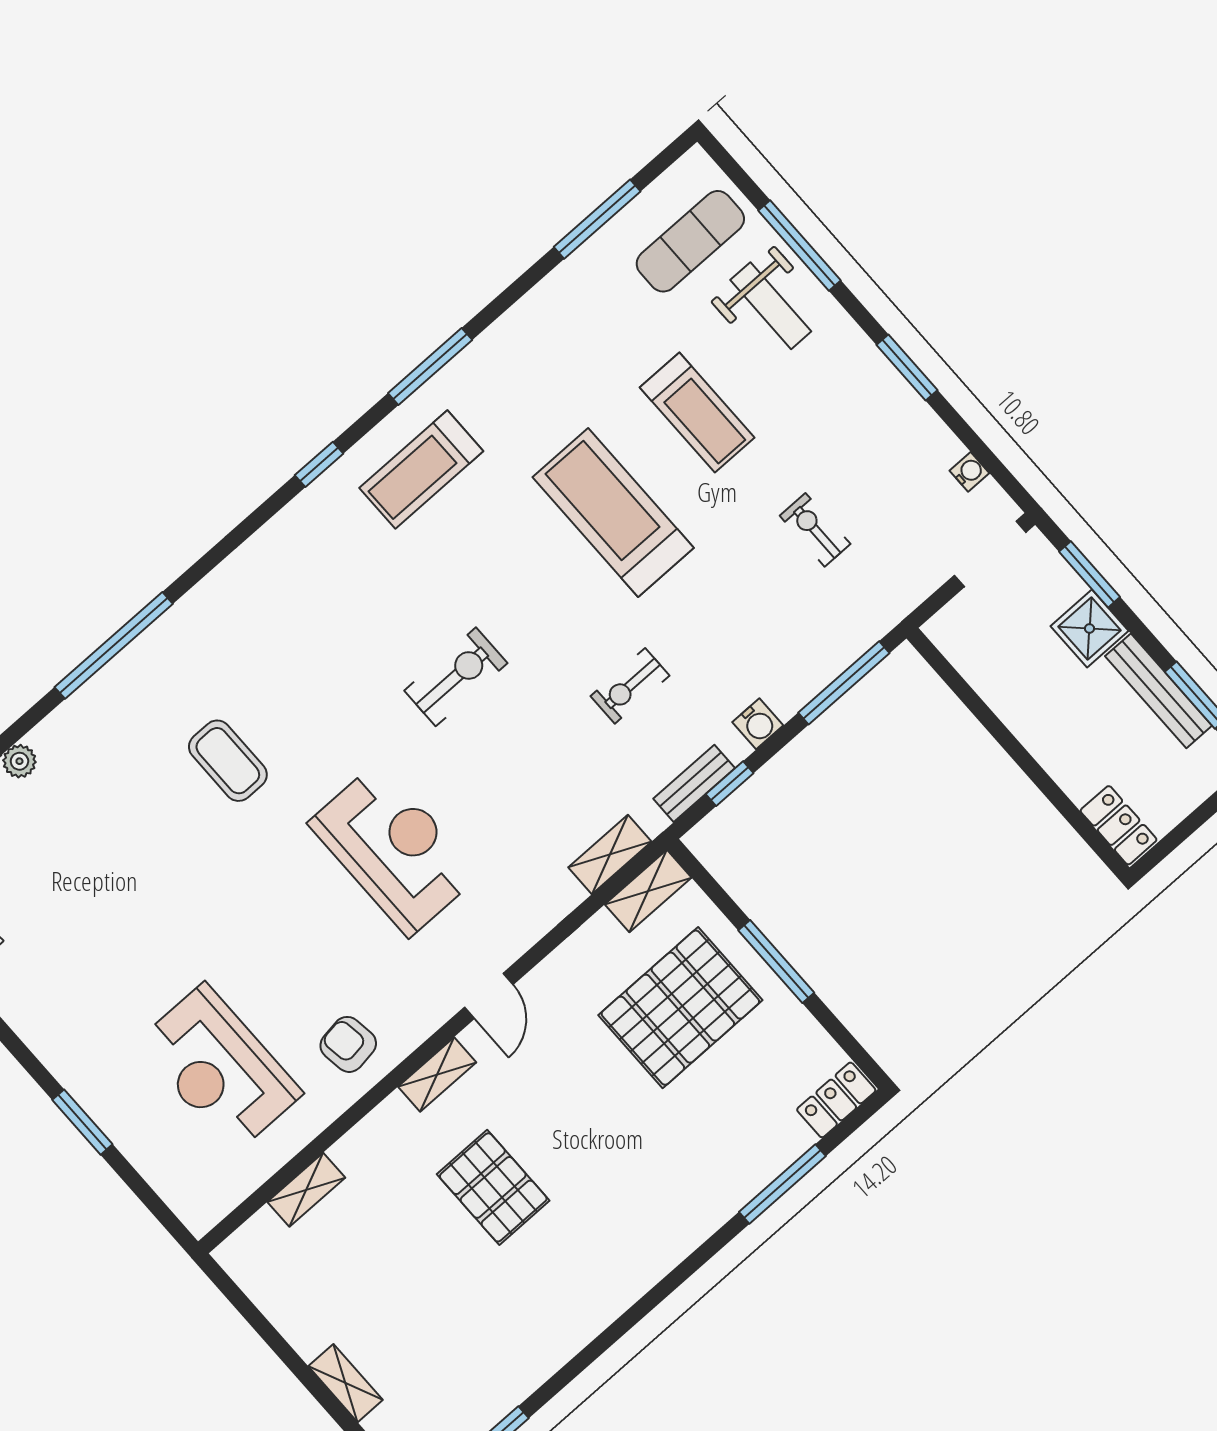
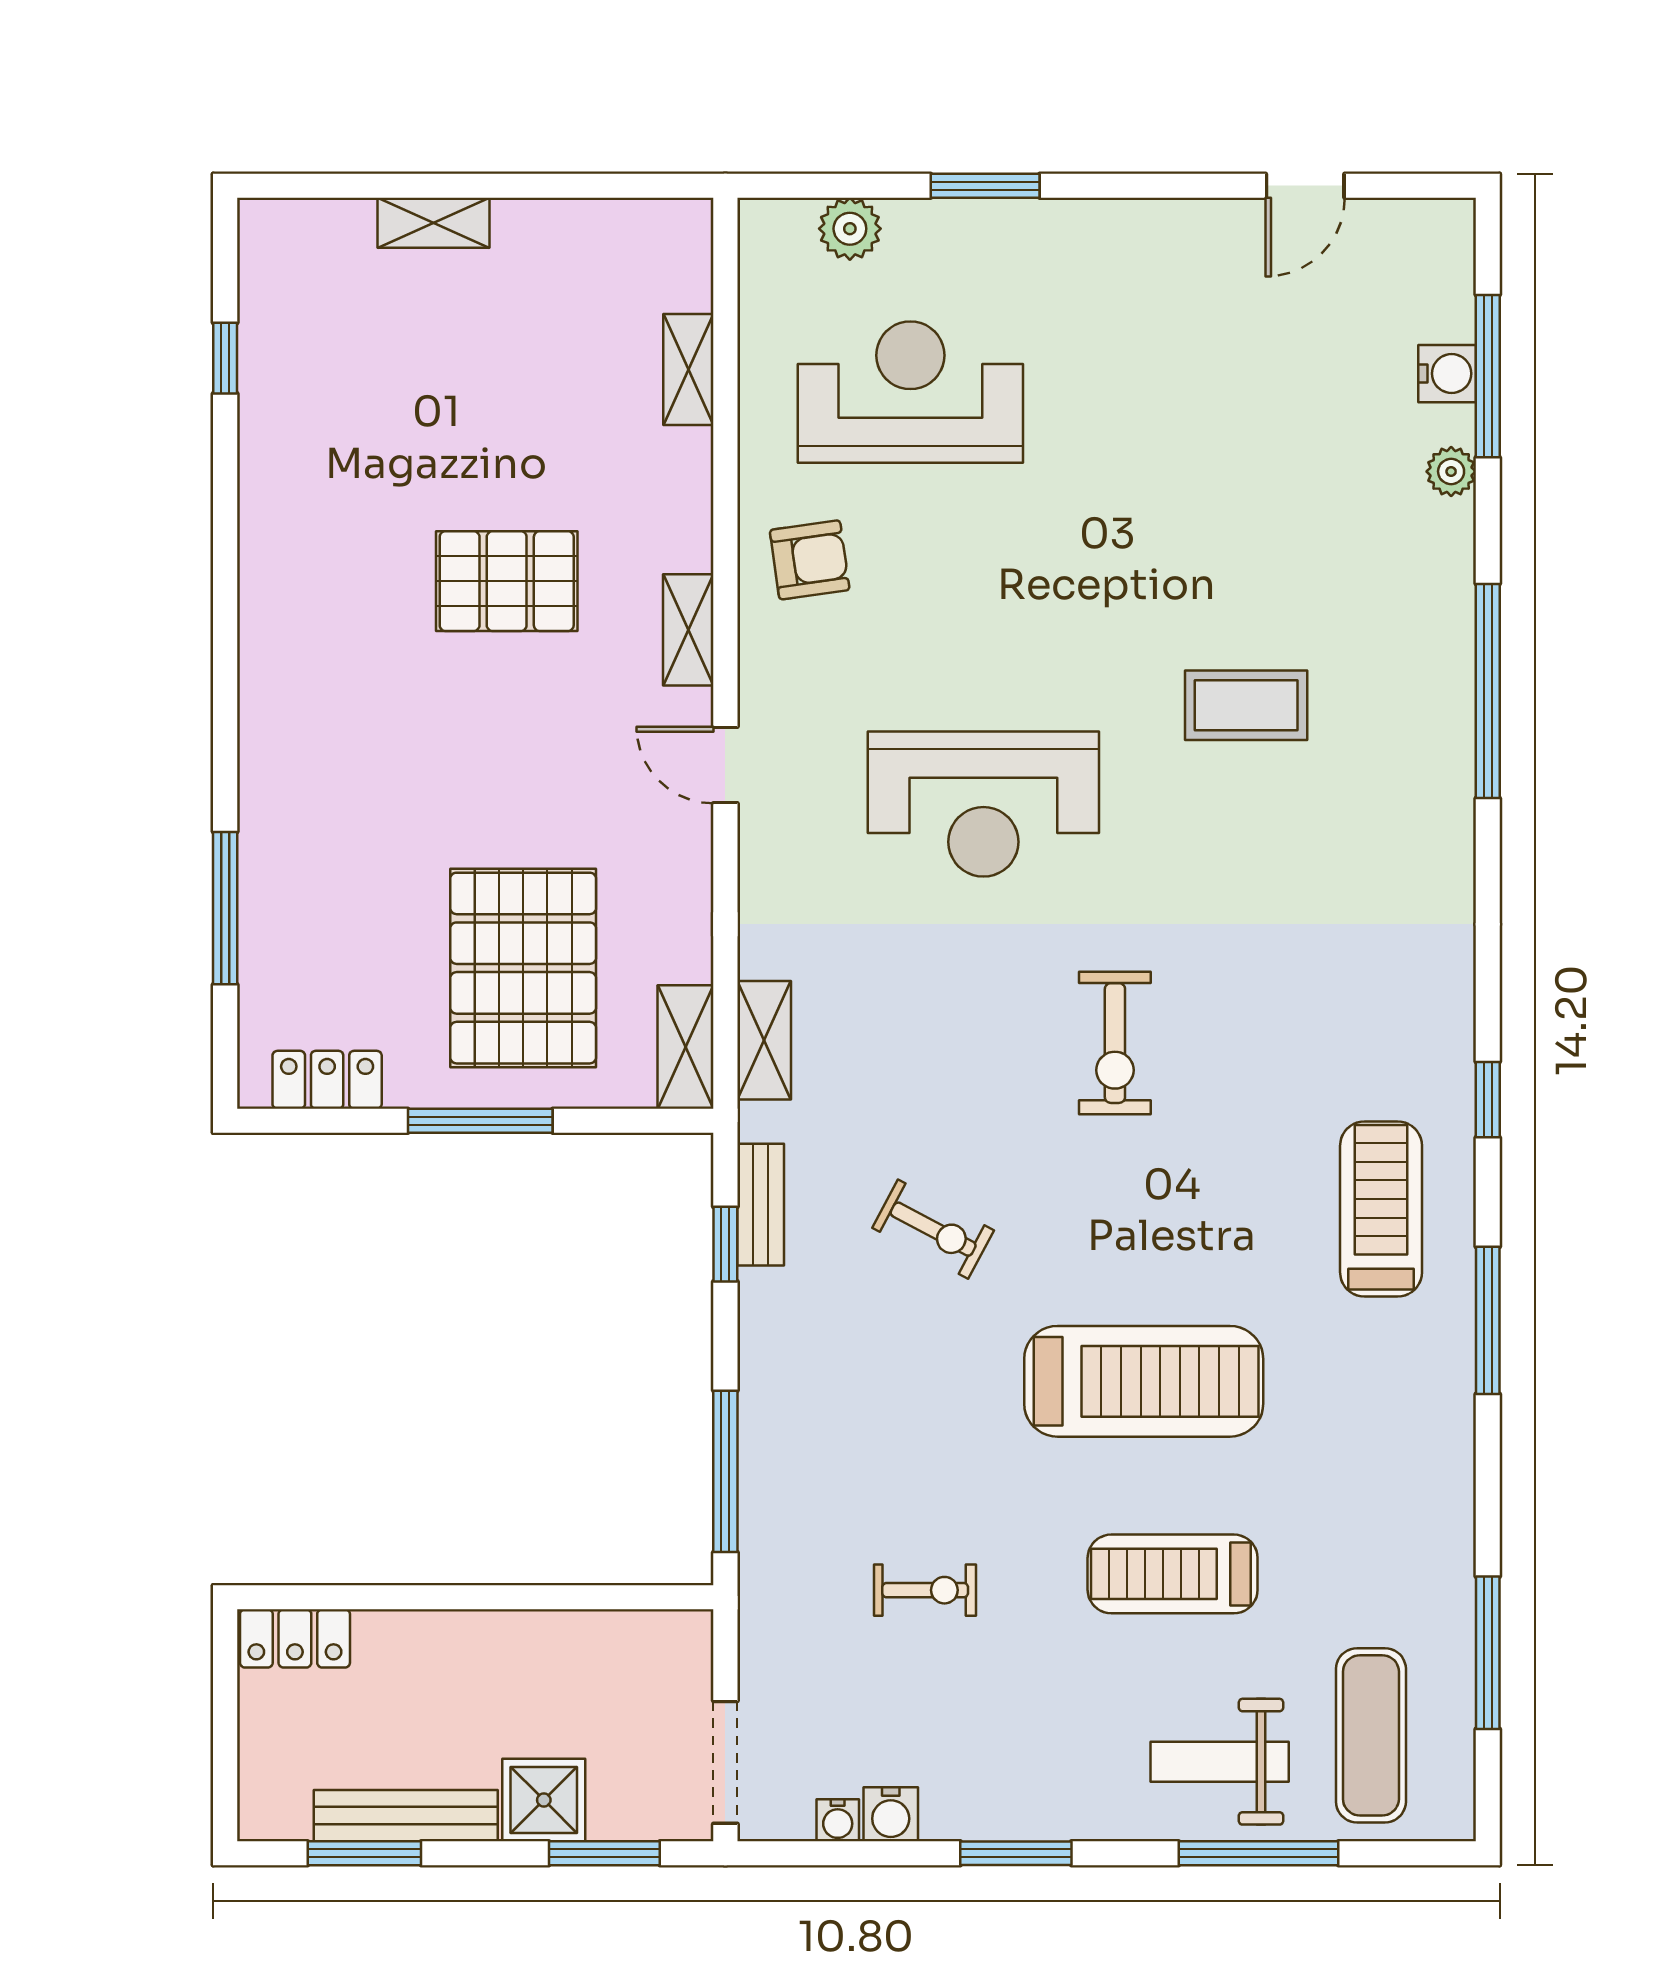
exercise bike: (630, 686) -> (933, 1229), turned 118
water cooler: (758, 724) -> (891, 1814), moved, turned -90
locker: (836, 1100) -> (327, 1080), moved, turned -90
plant: (164, 1171) -> (850, 229), added

